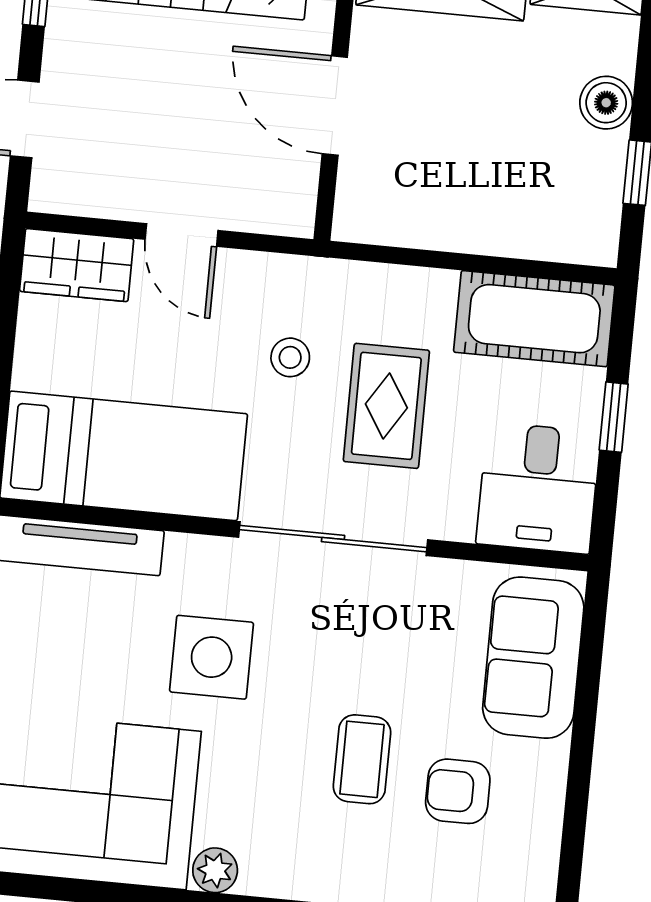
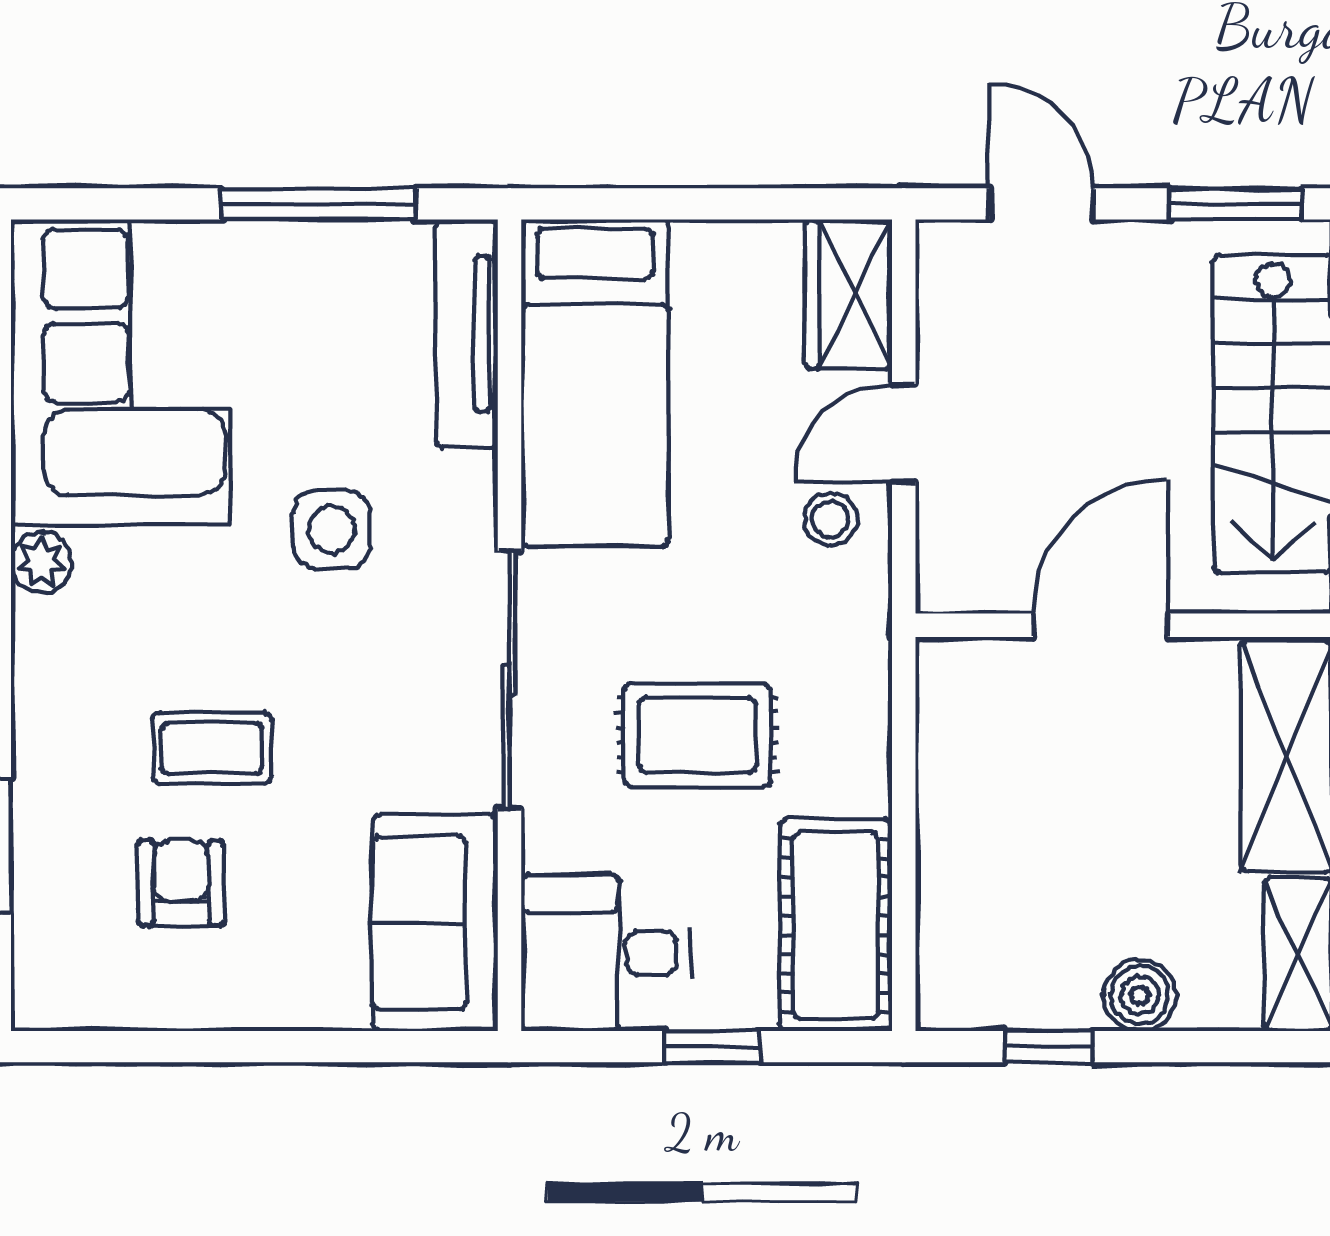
stool: (290, 357) -> (830, 519), moved
side table: (212, 657) -> (332, 530), width x0.73, depth x0.73
sofa: (533, 658) -> (435, 923), moved, turned -90

